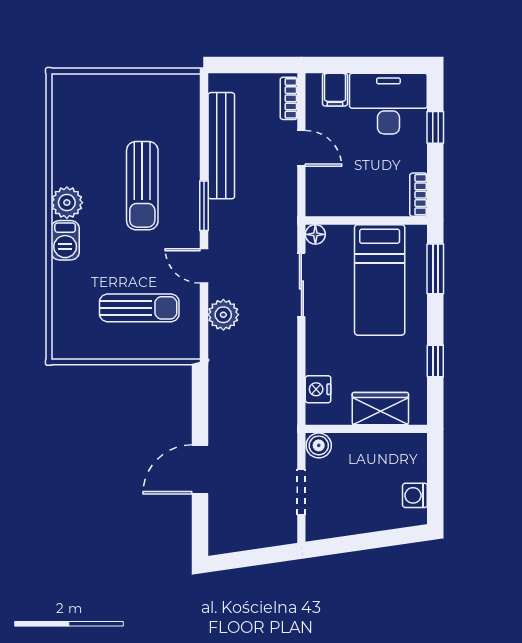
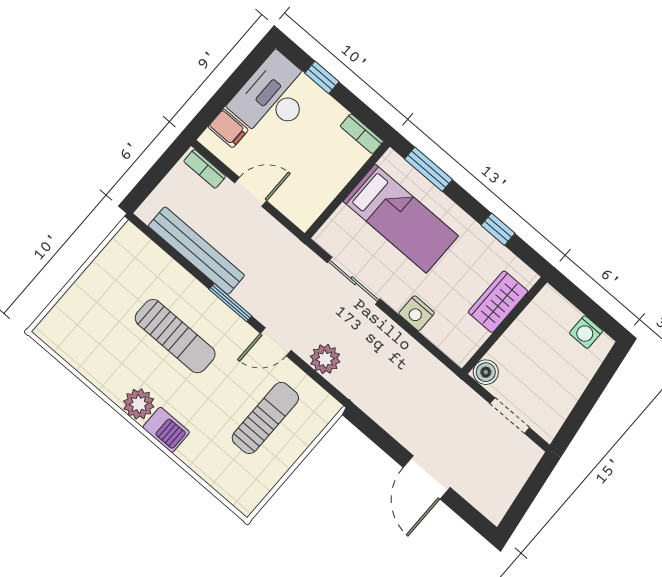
floor lamp: (315, 234) -> (325, 237), removed
nightstand: (318, 389) -> (417, 313), moved

